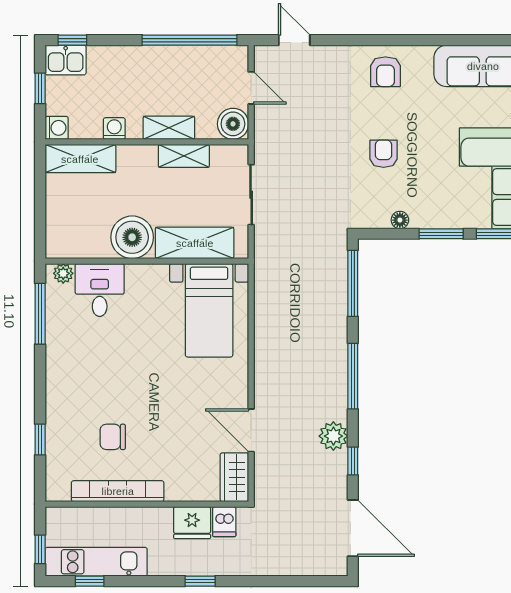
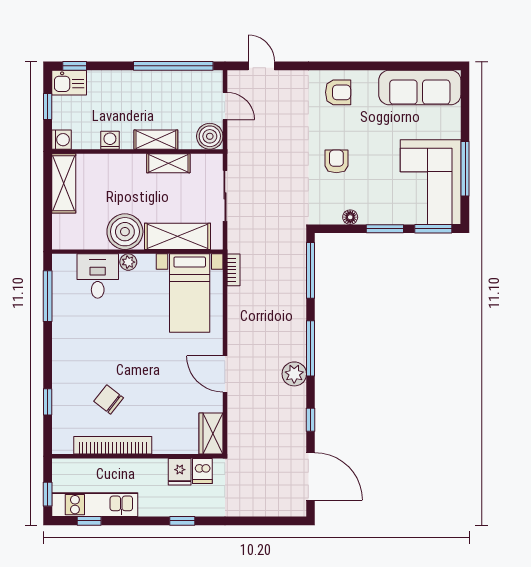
armchair: (385, 72) -> (338, 92), turned -90
shelving: (80, 159) -> (64, 183), moved, turned 90
plant: (63, 273) -> (128, 262), moved
bookcase: (261, 283) -> (233, 270), added
door: (251, 430) -> (225, 374), moved
plant: (333, 436) -> (294, 374), moved
chair: (113, 437) -> (109, 400), turned 38
fridge: (192, 523) -> (180, 472), width x0.72

